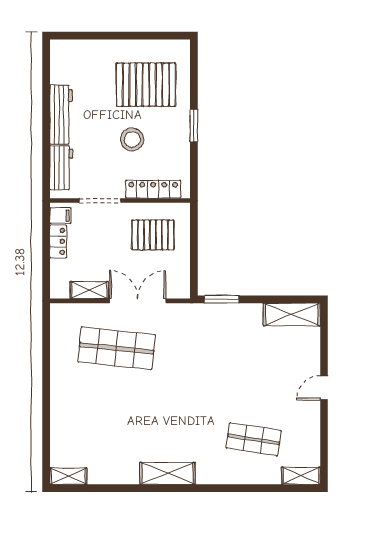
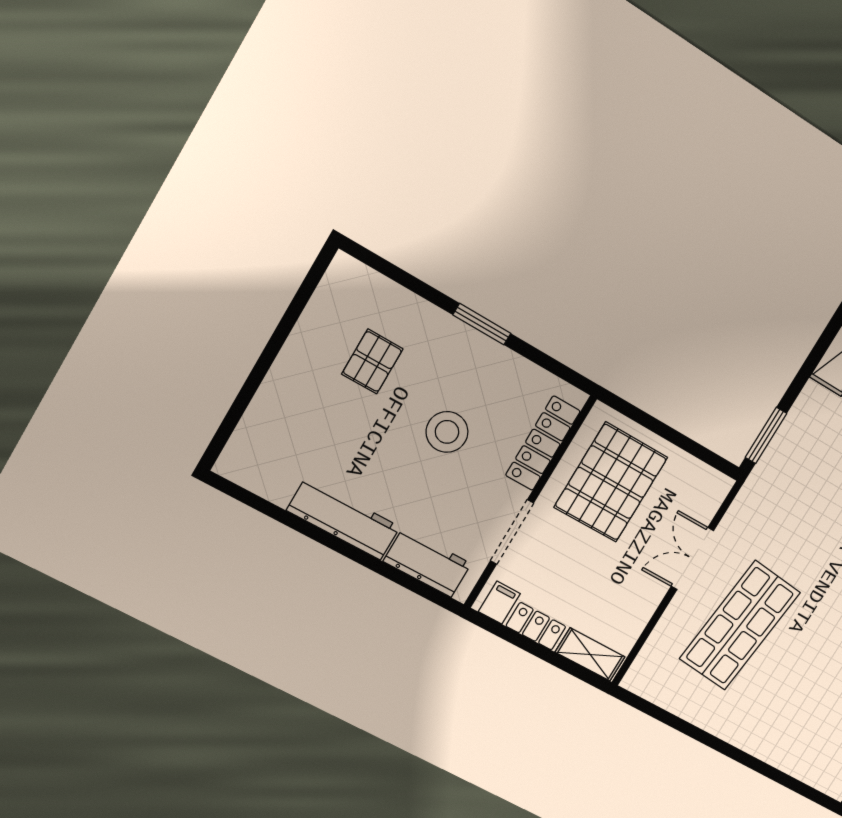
pallet: (146, 85) -> (372, 362), width x0.49, depth x0.50
pallet: (153, 235) -> (611, 482), width x1.37, depth x1.41
shelving: (89, 290) -> (590, 654), moved, turned 90
double door: (138, 301) -> (692, 558), width x0.73

